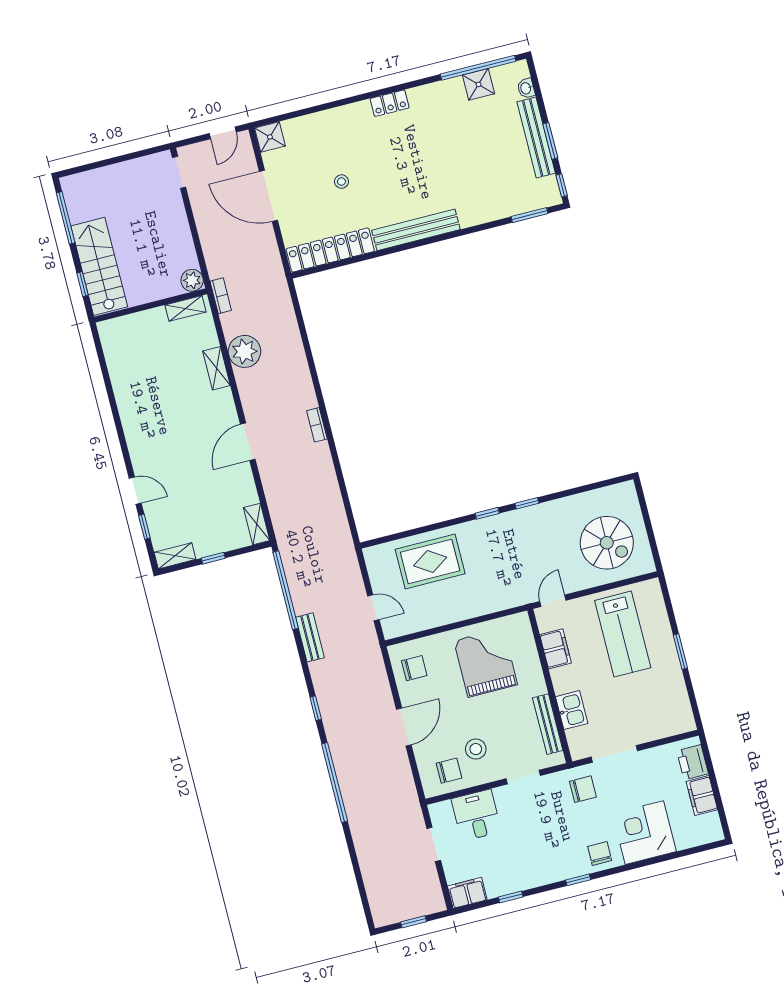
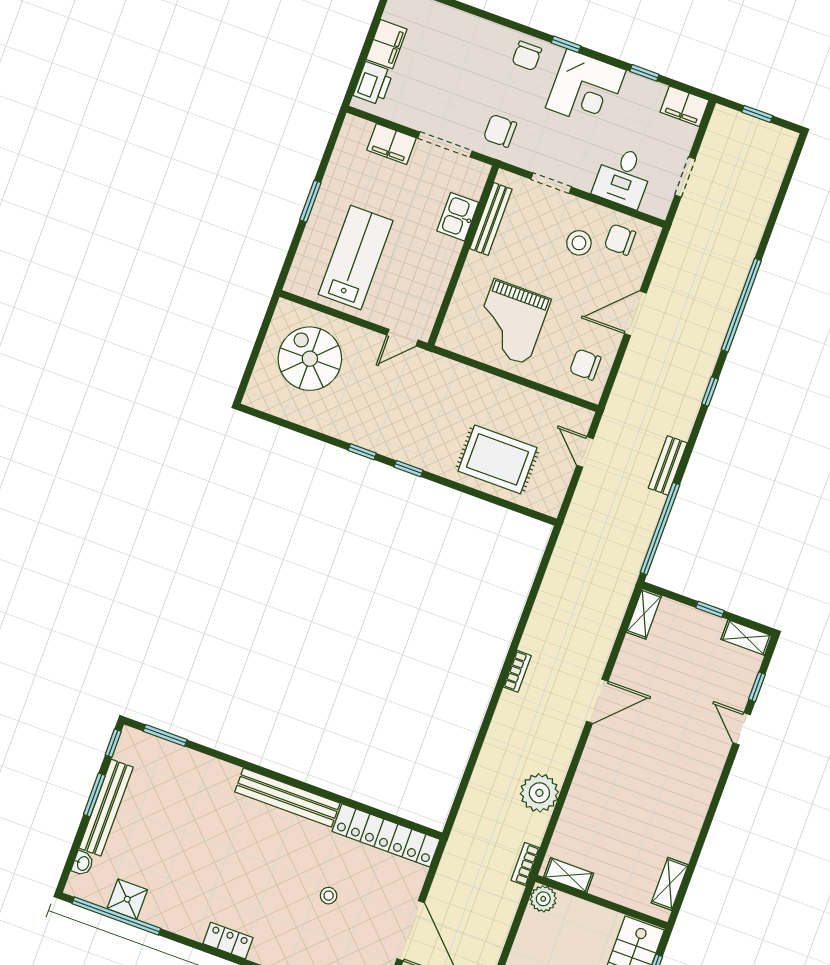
shelving: (217, 368) -> (670, 884), moved
filing cabinet: (556, 649) -> (392, 144), moved, turned -90
corner desk: (644, 833) -> (586, 89), moved

